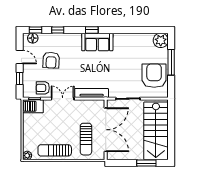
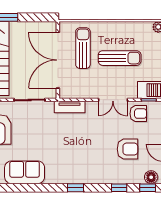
sofa: (97, 42) -> (25, 172), moved
armchair: (51, 60) -> (128, 149), turned 87
tv unit: (92, 93) -> (70, 107), width x0.71
sun lounger: (55, 150) -> (120, 58), moved

